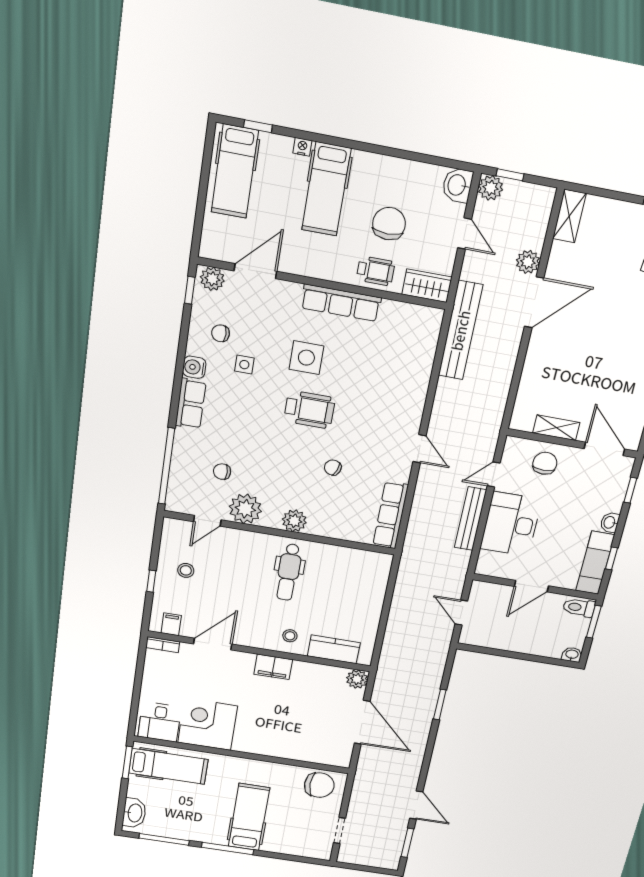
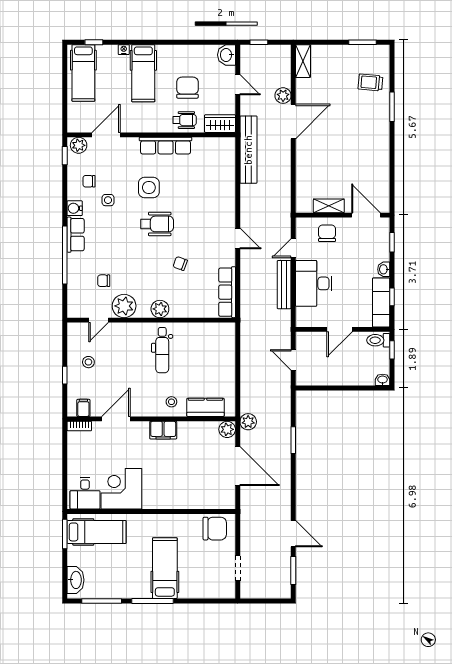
plant: (491, 188) -> (248, 422), moved
window: (166, 466) -> (65, 255), moved
window: (594, 622) -> (392, 350), width x0.67

